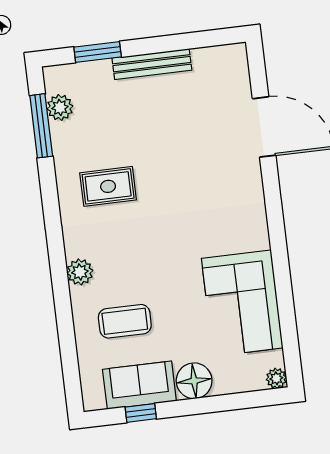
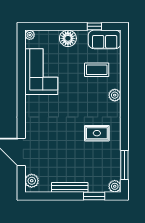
plant: (234, 68) -> (32, 181), added
plant: (60, 107) -> (115, 186), moved
sofa: (139, 385) -> (105, 39), moved

